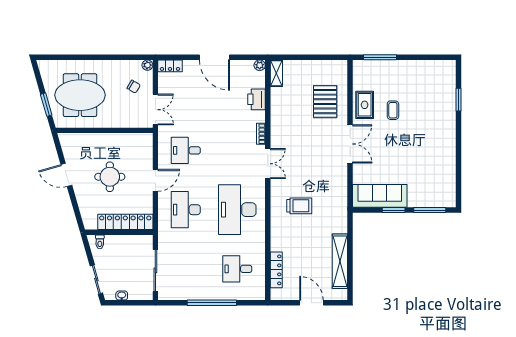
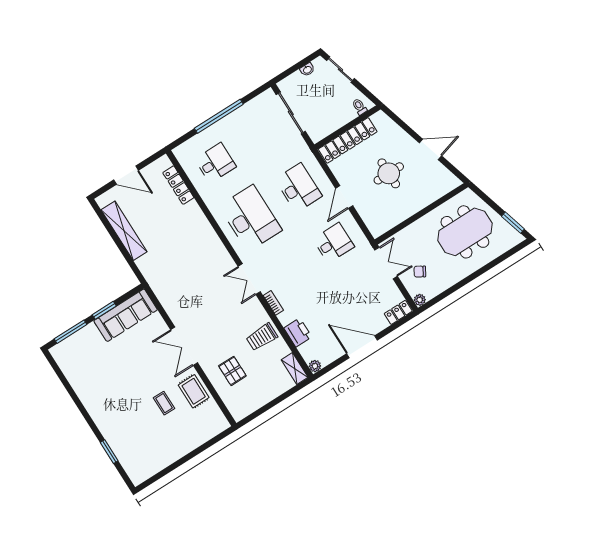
window: (380, 57) -> (207, 445), removed
pallet: (325, 102) -> (232, 371), width x0.67, depth x0.71
window: (46, 105) -> (513, 223), moved
double door: (155, 110) -> (386, 263), swing flipped
trolley: (299, 206) -> (262, 337), moved

